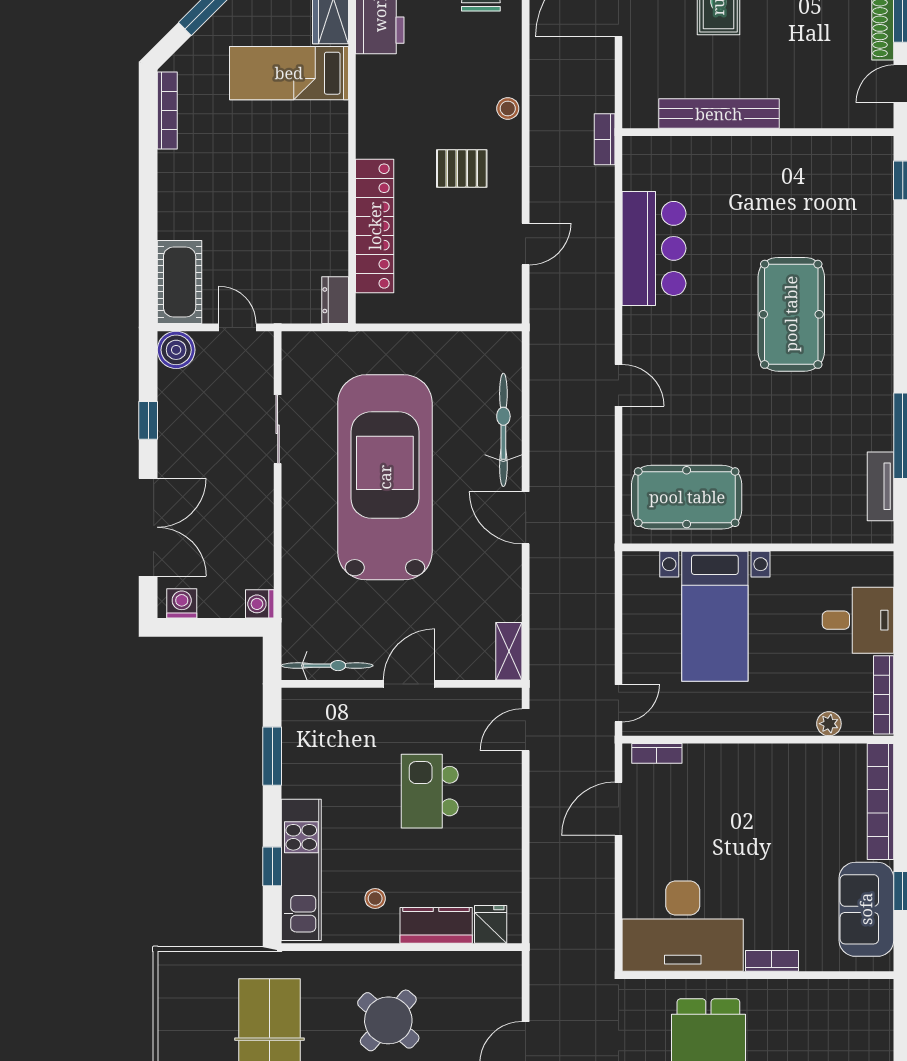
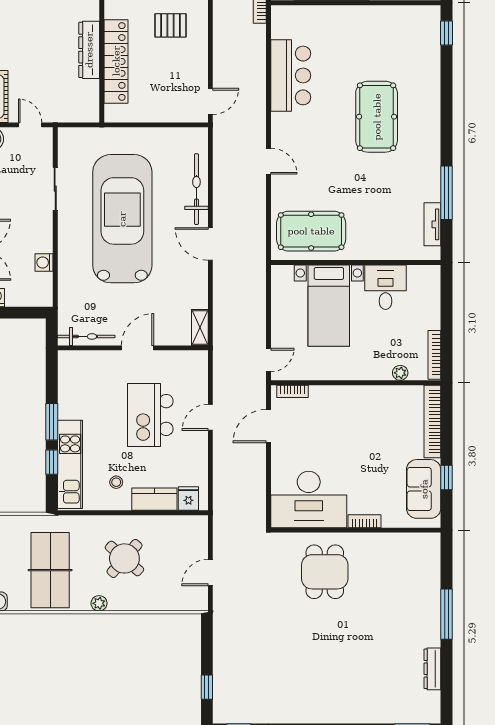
door: (526, 244) -> (210, 101), moved
dresser: (335, 300) -> (89, 50), moved, width x1.96, depth x1.24
washing machine: (260, 604) -> (44, 262), moved
desk: (858, 620) -> (386, 287), moved, turned -90
door: (526, 730) -> (210, 417), moved
window: (272, 756) -> (52, 422), moved
kitchen island: (430, 791) -> (150, 415), width x1.37, depth x1.28

